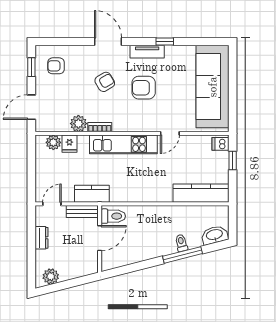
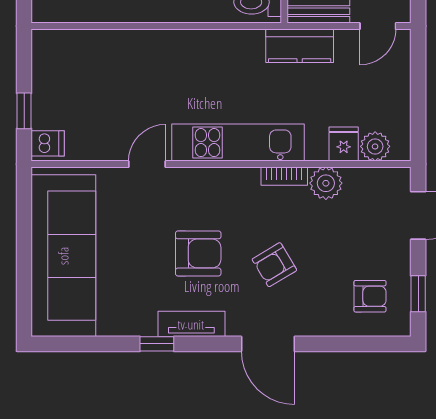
kitchen counter: (201, 193) -> (86, 47), removed

